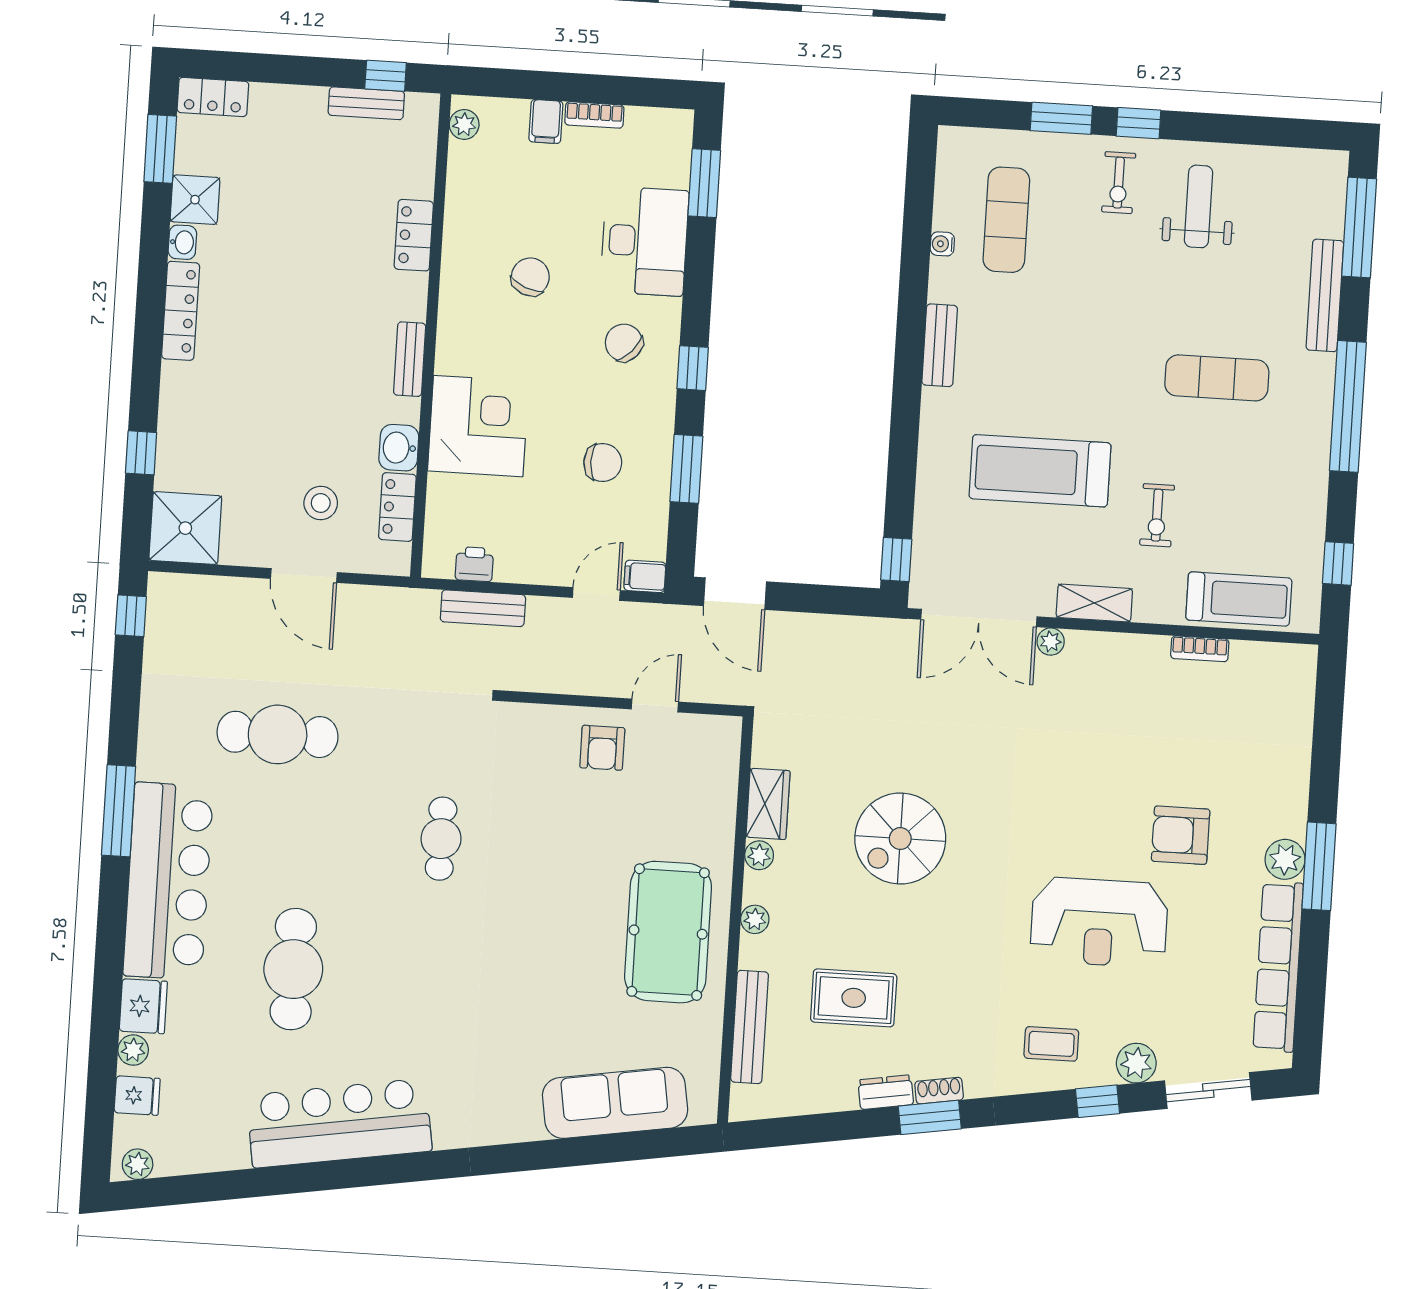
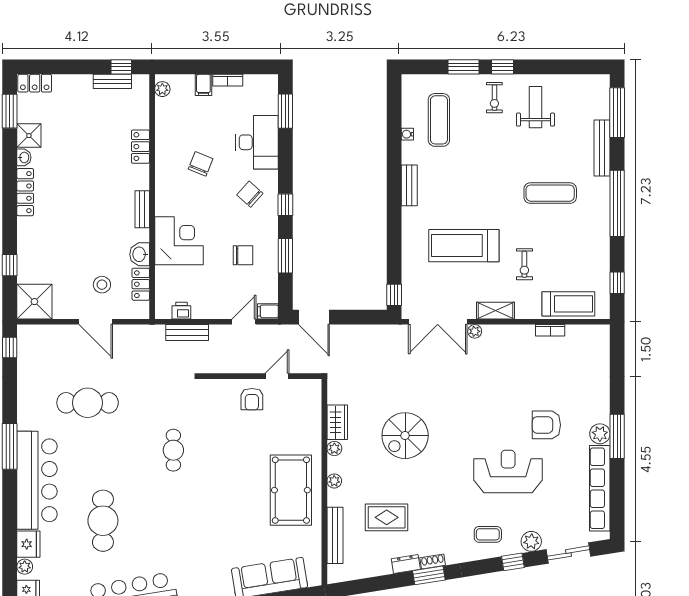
reception desk: (1099, 922) -> (508, 472), turned 180

